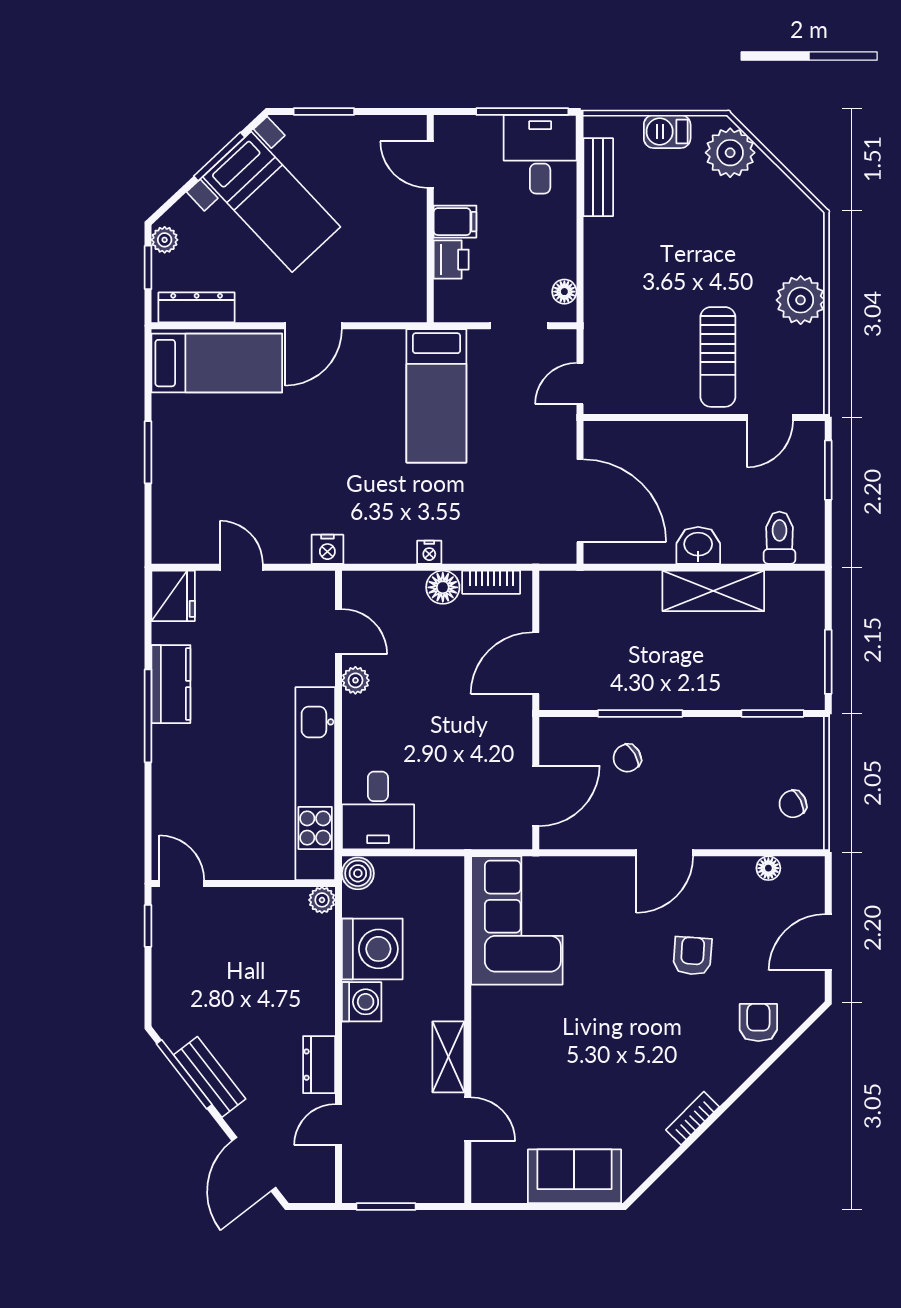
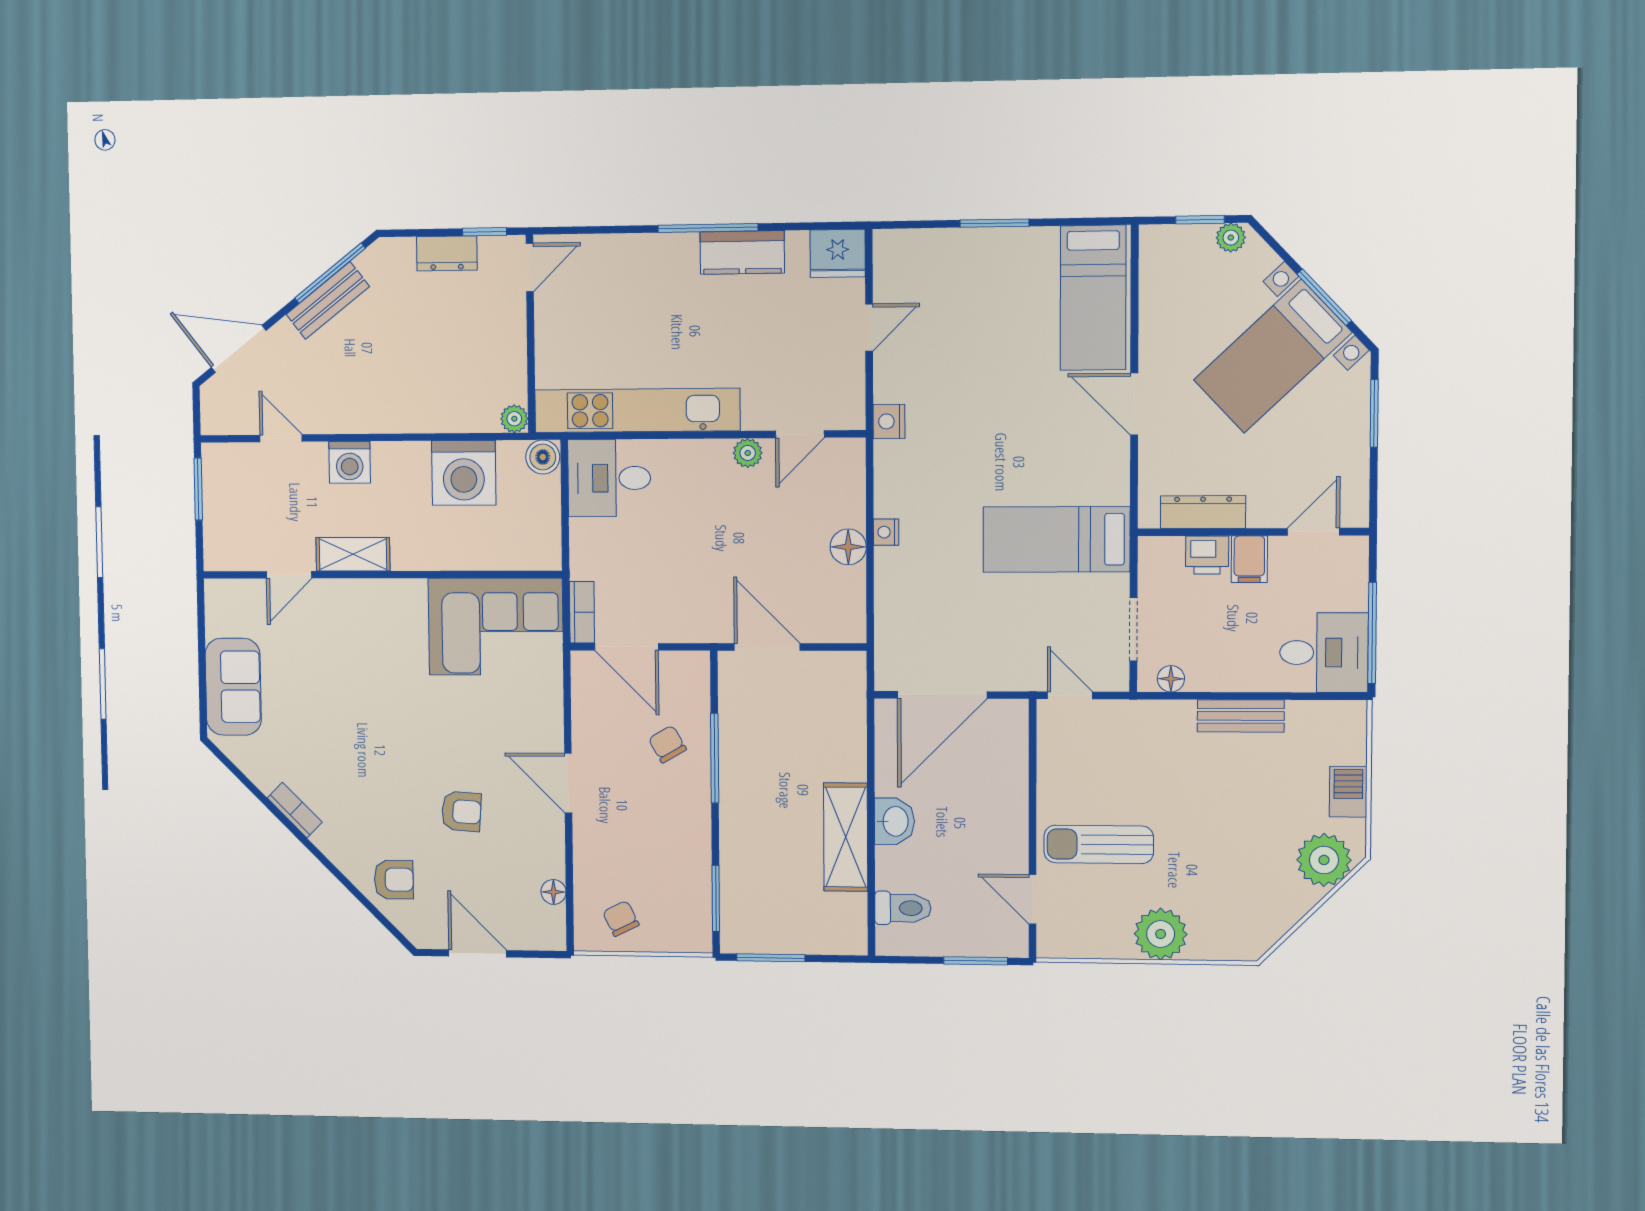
bench: (598, 177) -> (1241, 716), moved
dresser: (197, 307) -> (1203, 512), moved, turned -90
bookcase: (491, 582) -> (582, 612), moved, turned 180
washing machine: (362, 1002) -> (350, 462), moved
dresser: (319, 1065) -> (447, 253), moved, turned 180

